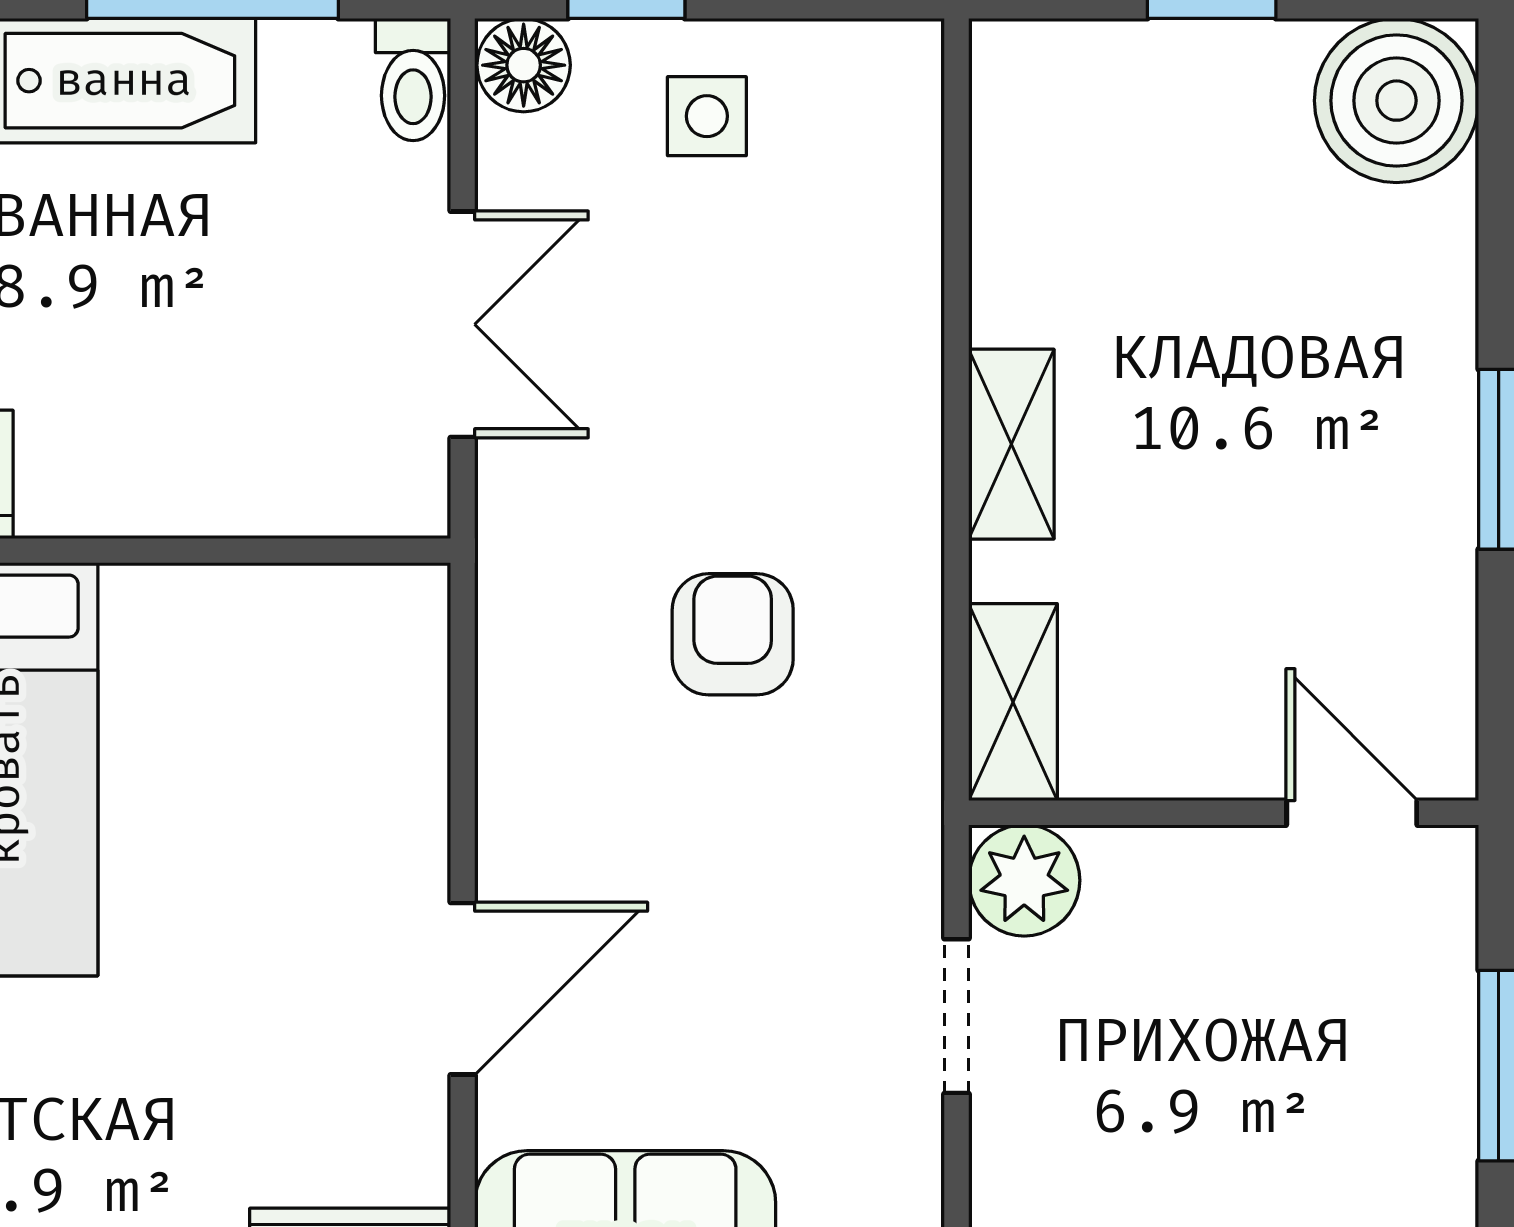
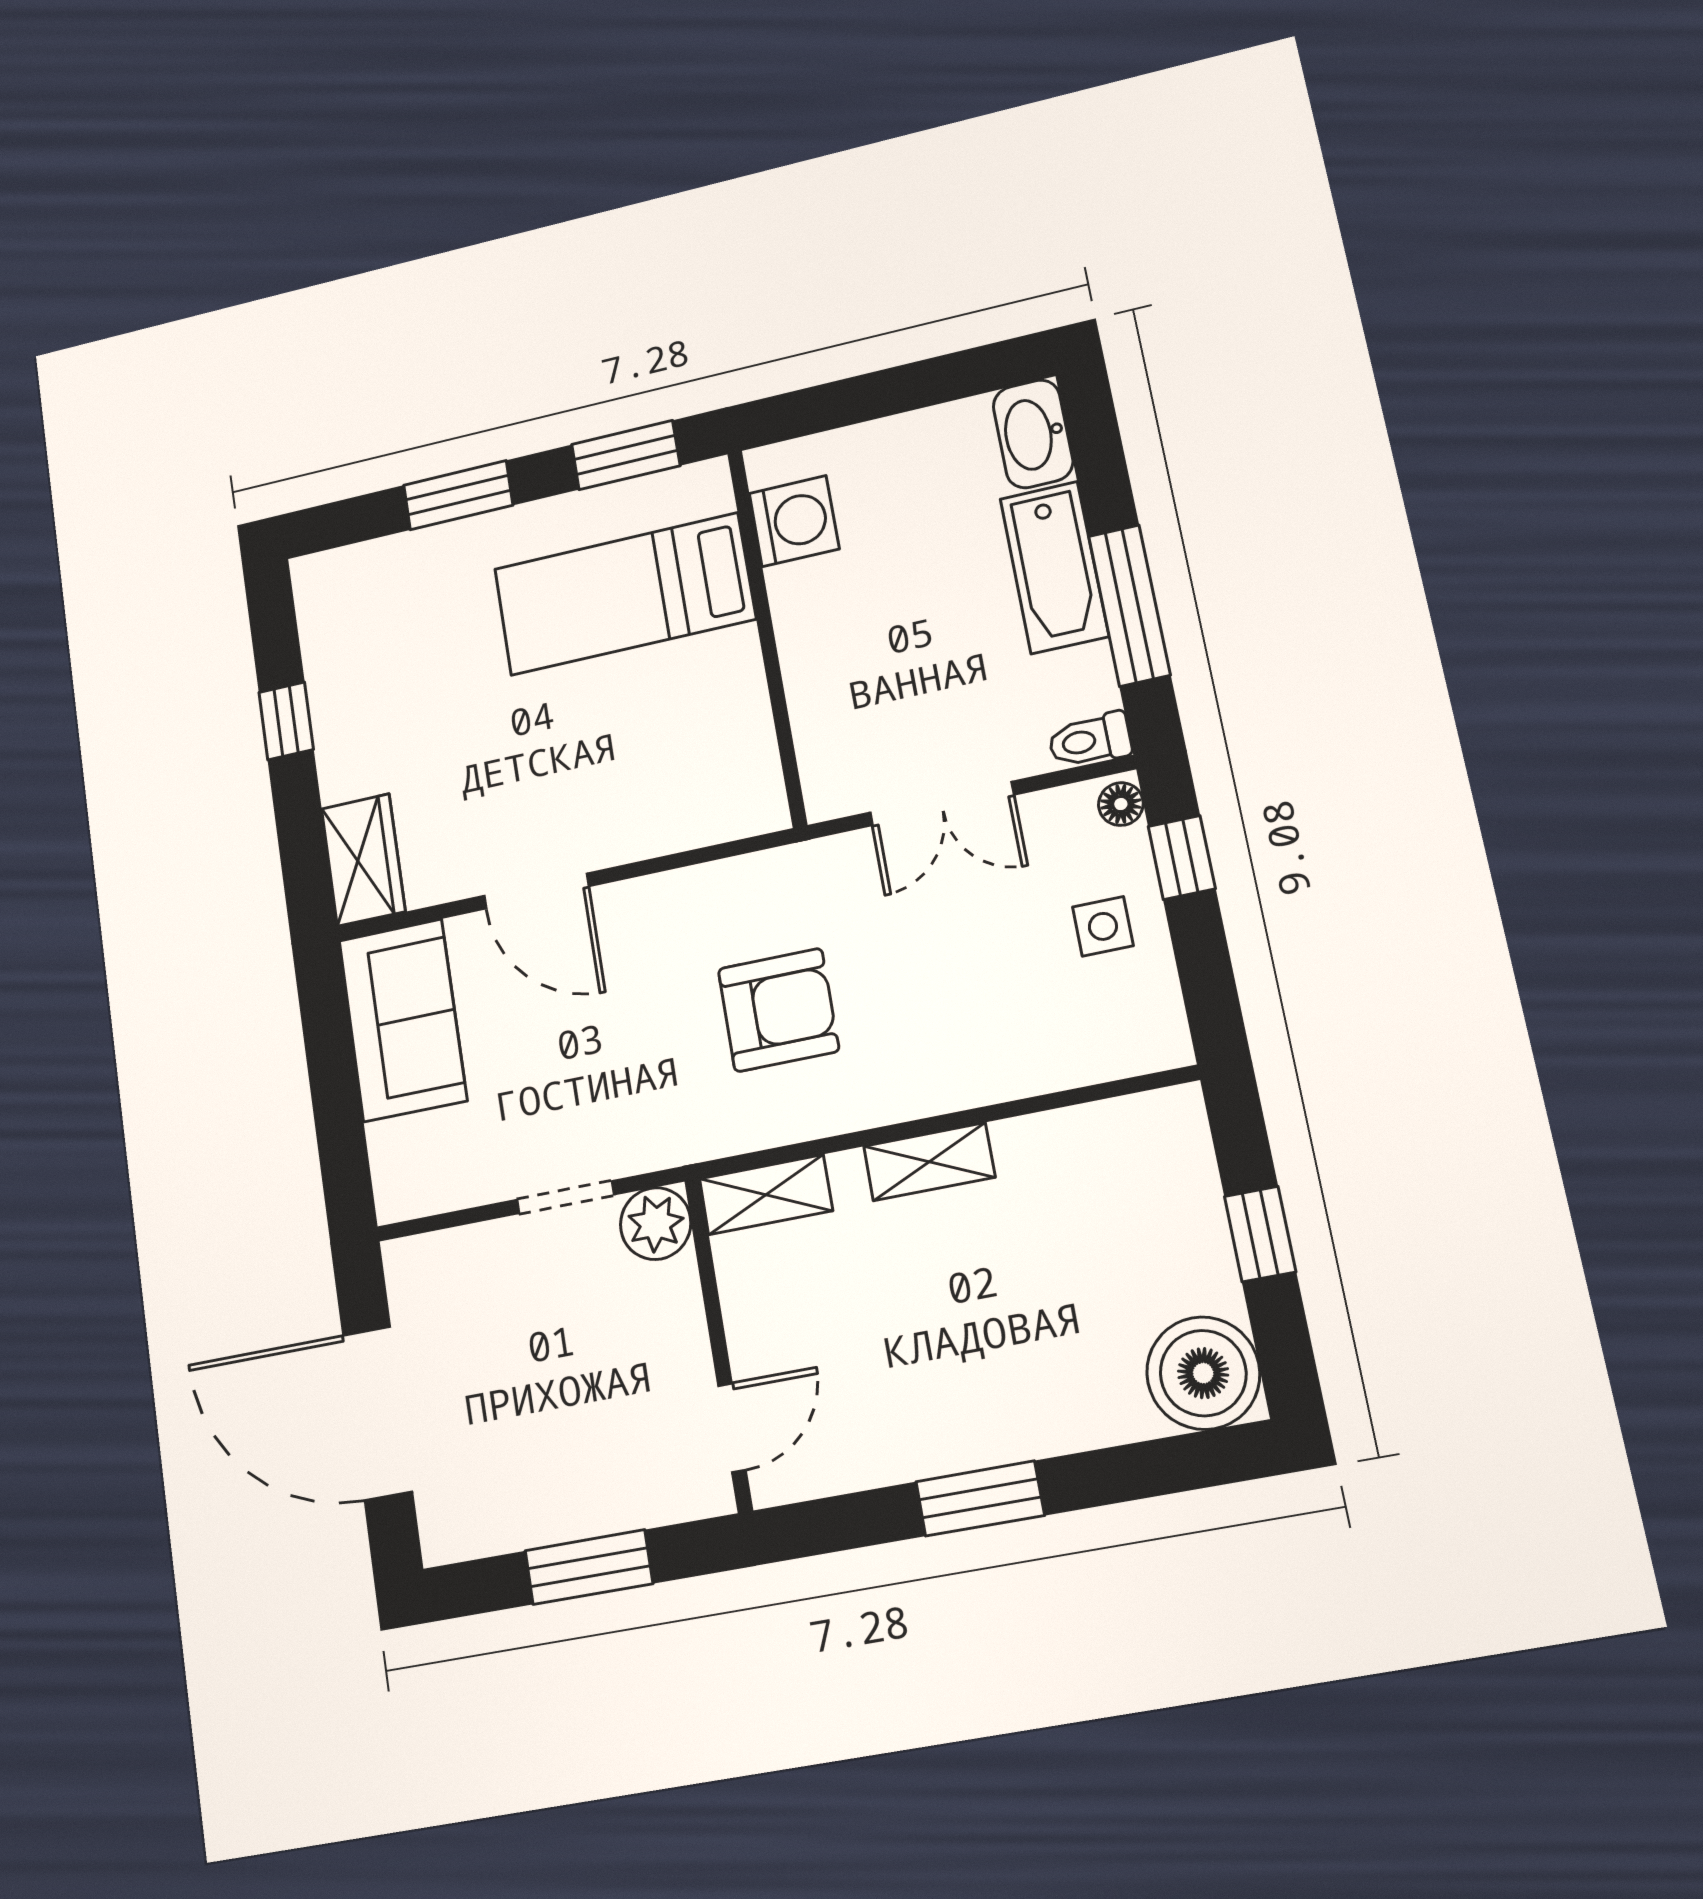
floor lamp: (524, 65) -> (1121, 804), width x0.73, depth x0.73
armchair: (733, 634) -> (778, 1010), width x1.38, depth x1.38

